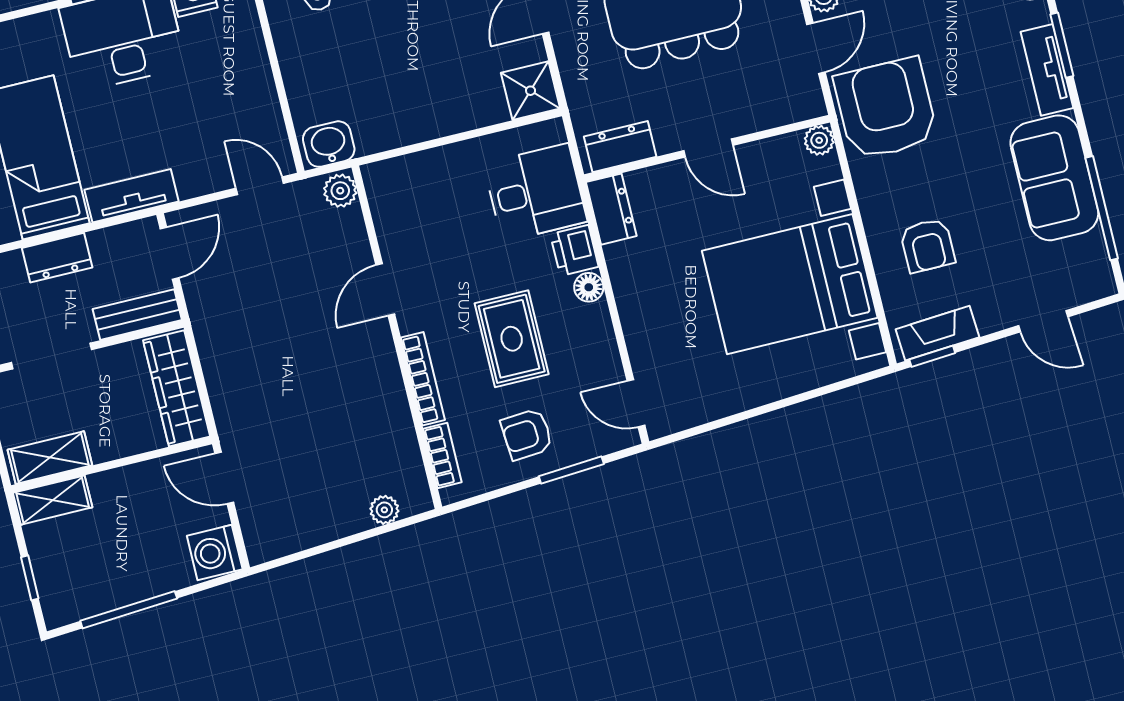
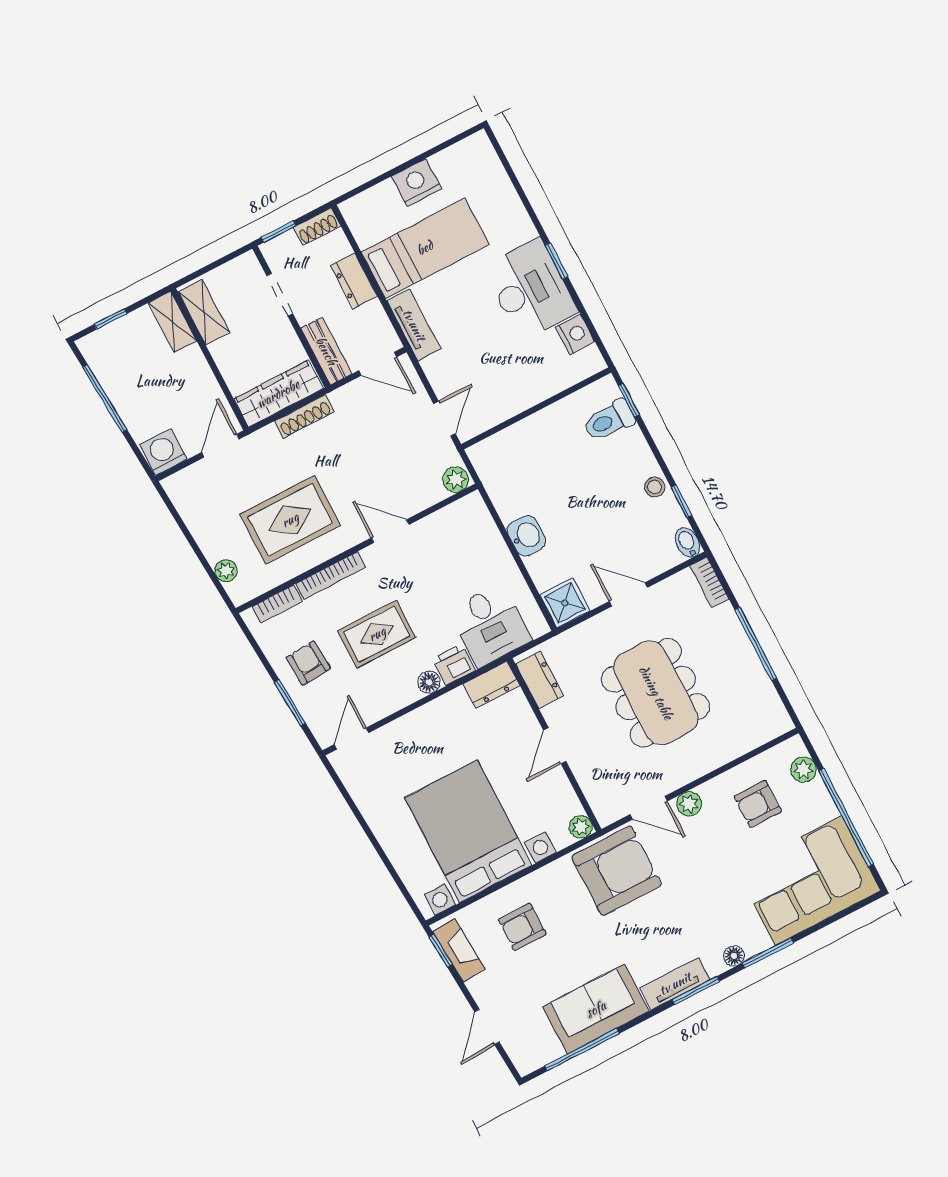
washbasin: (329, 144) -> (526, 536), moved
doorway: (52, 356) -> (280, 295), width x0.73
shoe rack: (213, 363) -> (304, 416), added
rug: (340, 413) -> (290, 520), added

